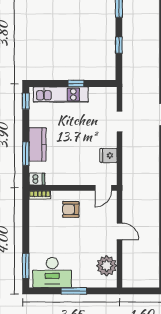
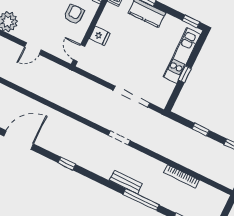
doorway: (120, 122) -> (132, 97), width x1.88
fridge: (108, 155) -> (100, 36), moved, turned 90

